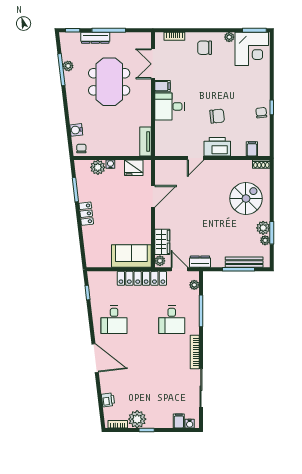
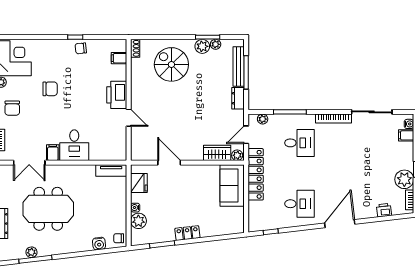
chair: (217, 116) -> (50, 89), moved, turned 96
dresser: (200, 262) -> (238, 98), moved

